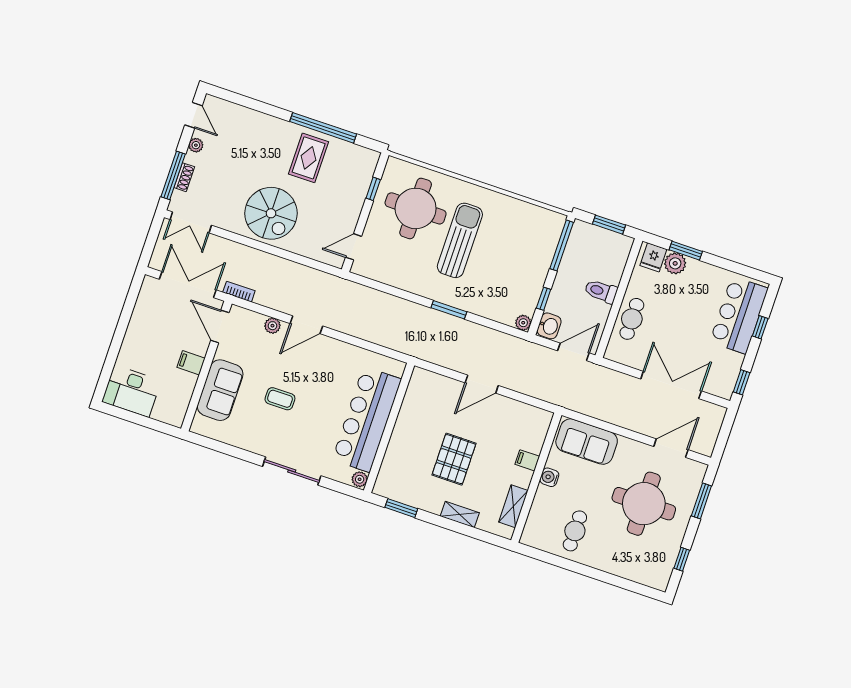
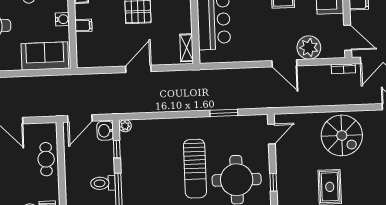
spiral stairs: (271, 213) -> (342, 135), turned 180
toilet: (601, 291) -> (103, 183), moved, turned 180
window: (449, 310) -> (224, 113), moved
door: (306, 325) -> (284, 63), swing flipped
plant: (272, 326) -> (309, 48), width x1.88, depth x1.88
shelving: (415, 387) -> (187, 48), added

